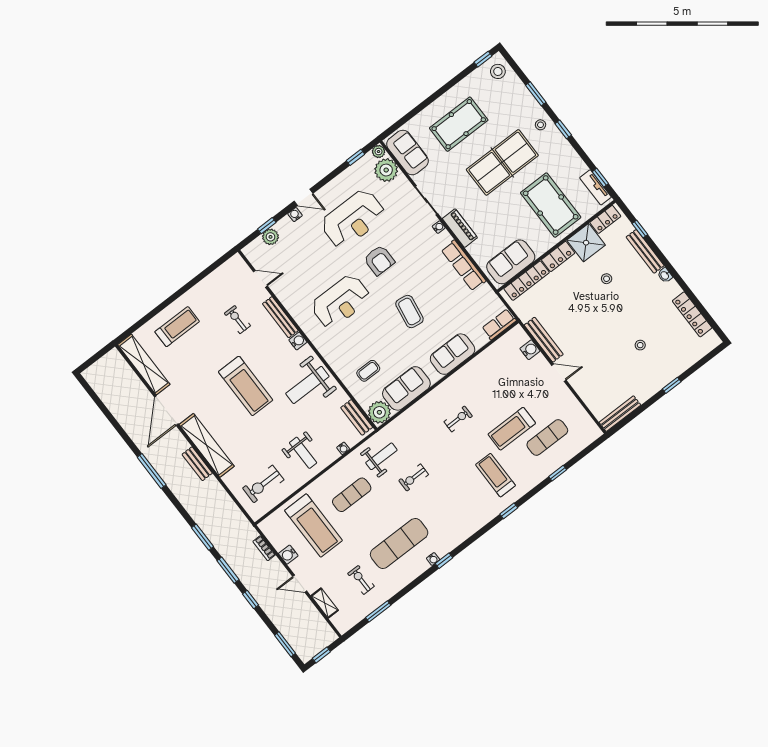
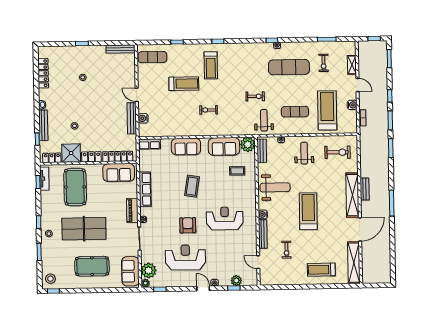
exercise mat: (547, 437) -> (152, 57), moved
weight bench: (381, 456) -> (264, 120), turned 90

